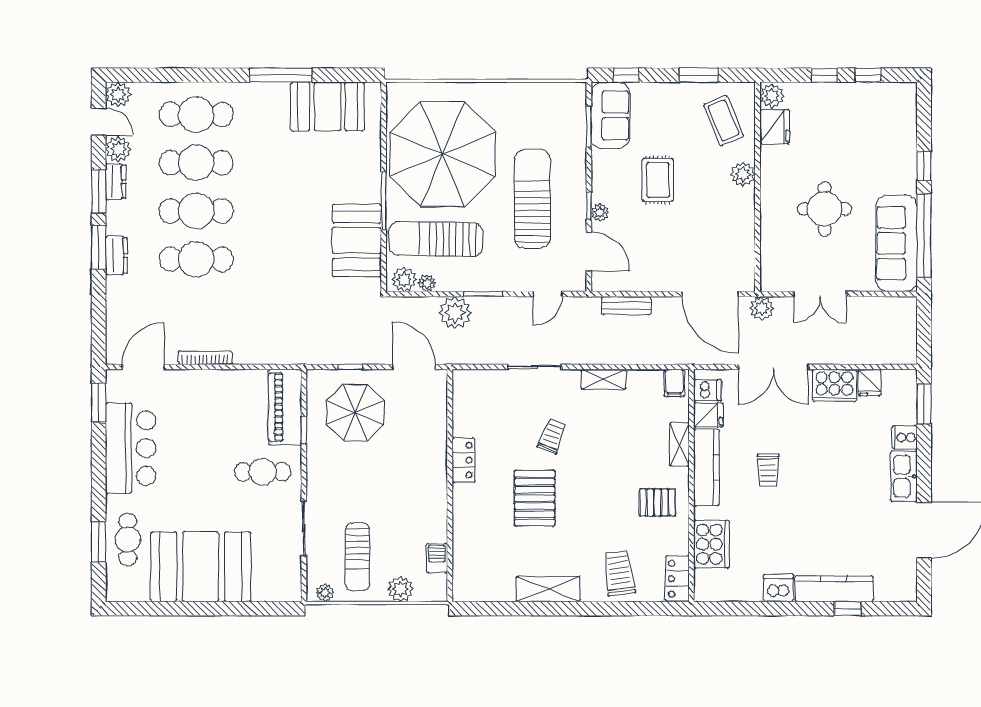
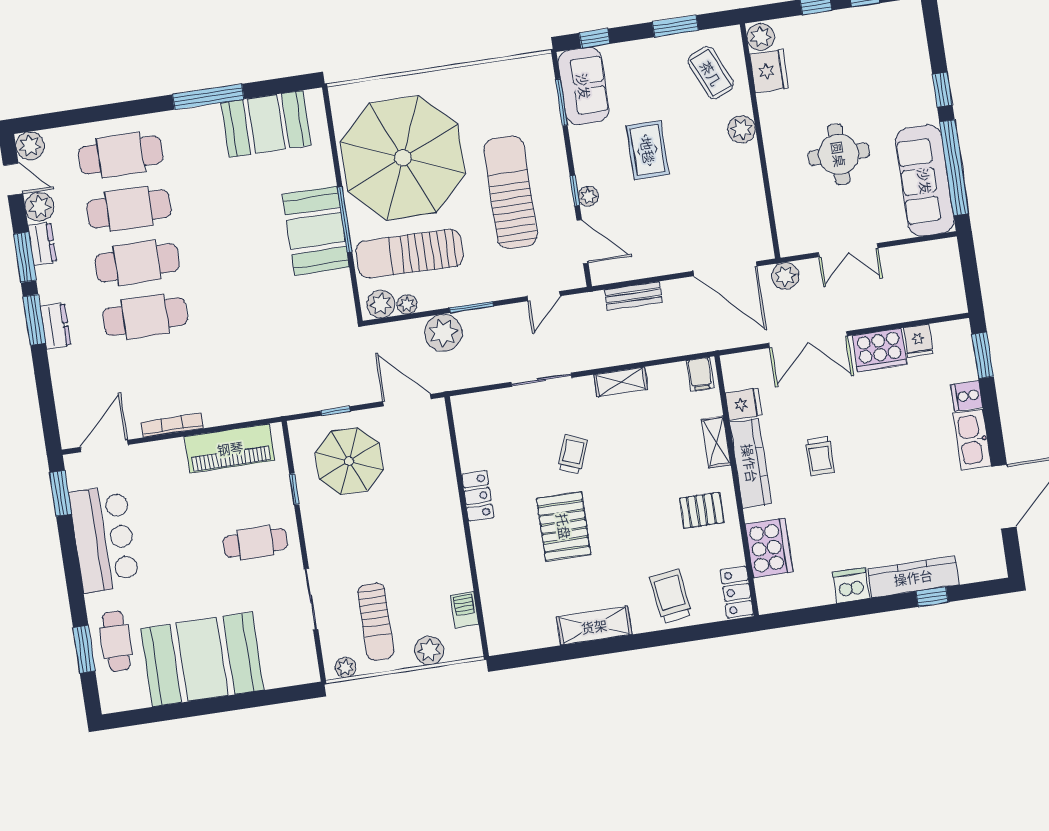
booth: (357, 241) -> (316, 231), moved
dishwasher: (708, 390) -> (739, 376), removed
piano: (285, 407) -> (230, 448), moved, turned -90

